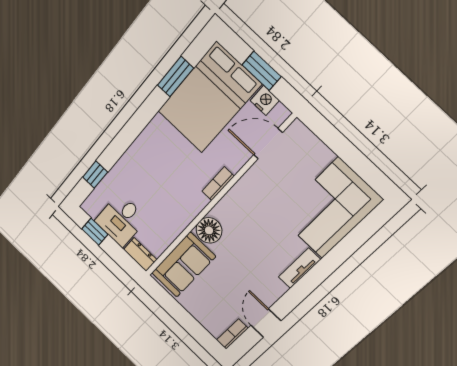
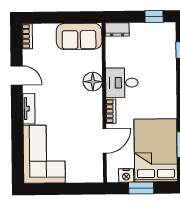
door: (268, 144) -> (105, 141), moved
desk: (121, 220) -> (122, 83), moved, turned -90
sofa: (183, 265) -> (79, 36), moved, turned -90
door: (266, 323) -> (17, 75), moved

